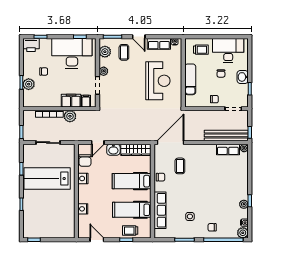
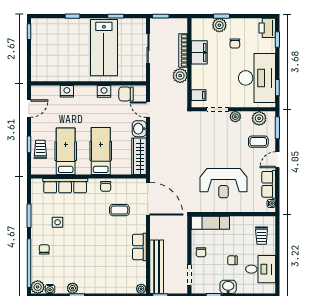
desk: (228, 50) -> (261, 269), width x0.73
exam couch: (190, 79) -> (210, 223), moved
filing cabinet: (71, 101) -> (199, 52), moved
row of seats: (228, 150) -> (139, 247), moved
lab bench: (47, 179) -> (104, 48), turned 180

